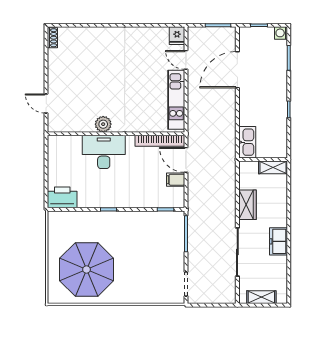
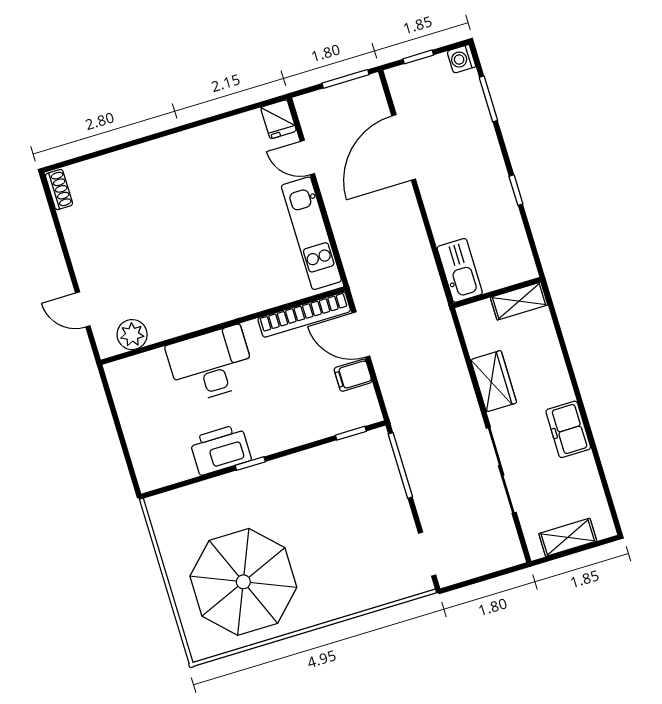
plant: (103, 124) -> (132, 335), moved
printer: (62, 197) -> (220, 449), moved

